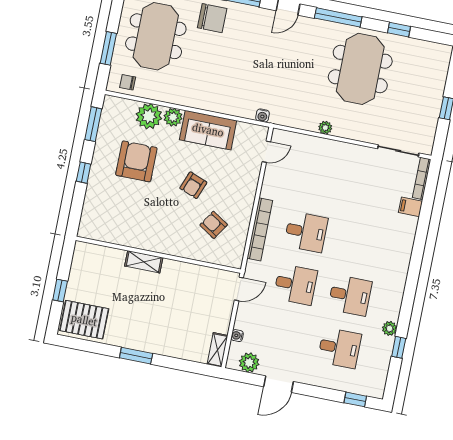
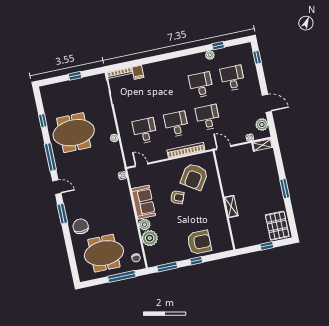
window: (108, 48) -> (122, 276), width x1.44
armchair: (136, 161) -> (199, 242), moved, turned 180
desk: (316, 179) -> (145, 131), added
armchair: (214, 225) -> (194, 177), width x1.88, depth x1.88

